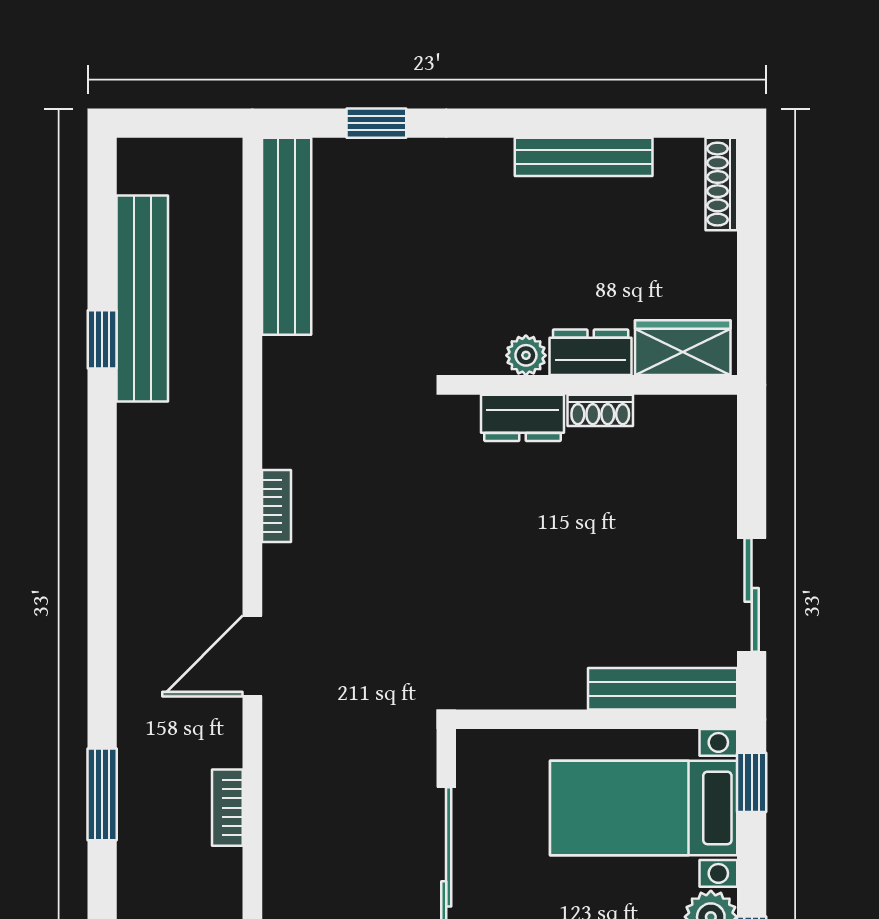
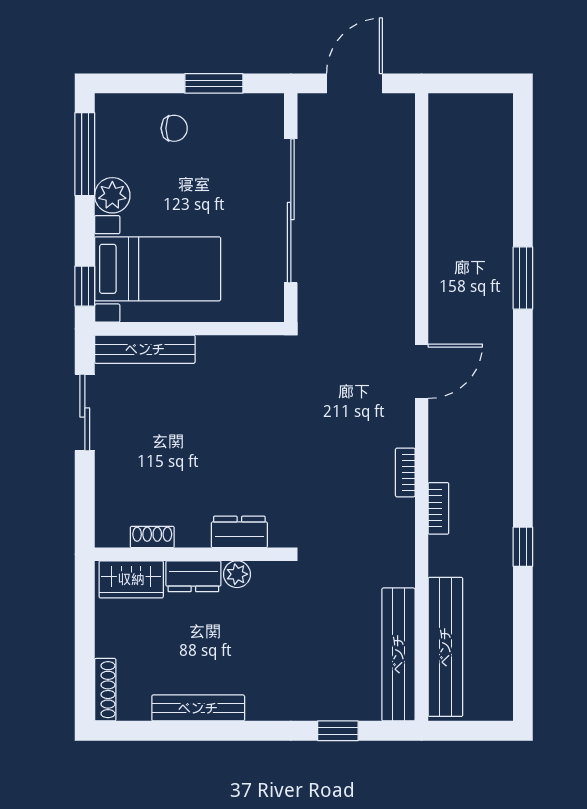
bench: (142, 298) -> (445, 647), moved
window: (102, 339) -> (523, 547), moved
shoe rack: (600, 410) -> (152, 537), moved
bookcase: (227, 808) -> (438, 508), moved

